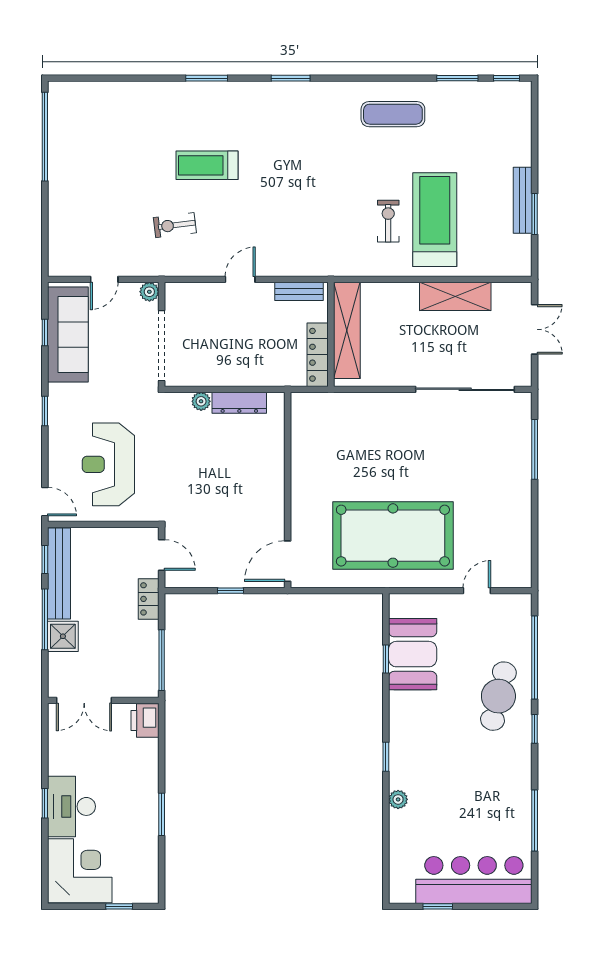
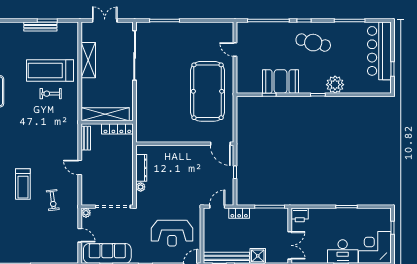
booth: (413, 654) -> (281, 81), moved
cafe table: (498, 696) -> (313, 43), moved
plant: (398, 799) -> (335, 85), width x1.87, depth x1.87

